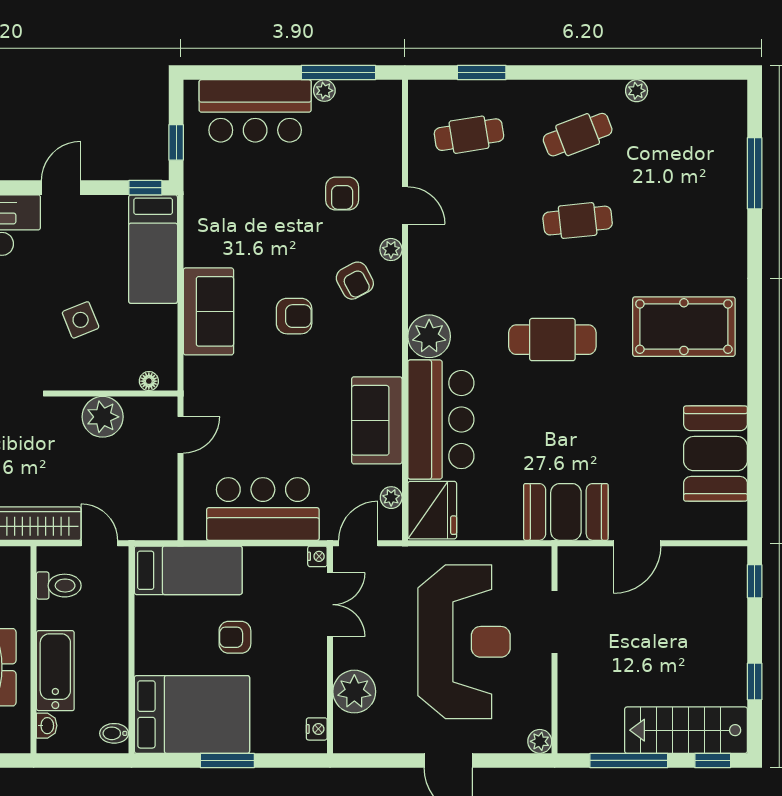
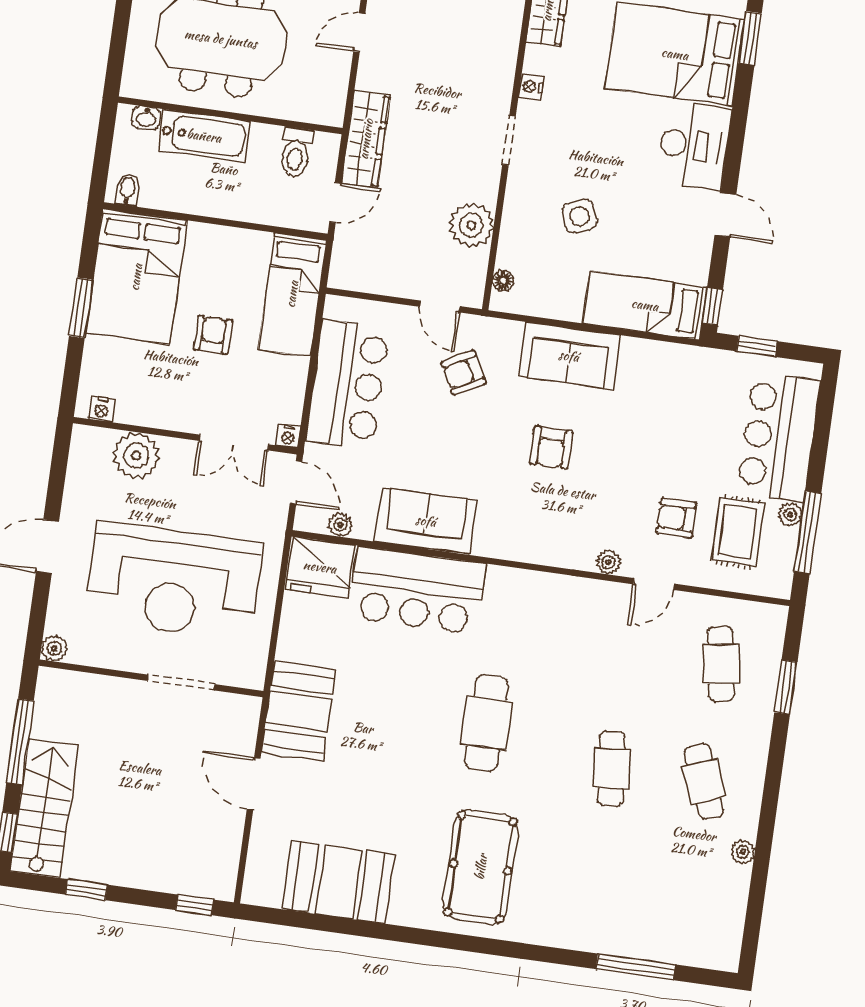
rug: (347, 136) -> (738, 532), added
armchair: (355, 281) -> (464, 373), moved
plant: (429, 336) -> (509, 590), removed

